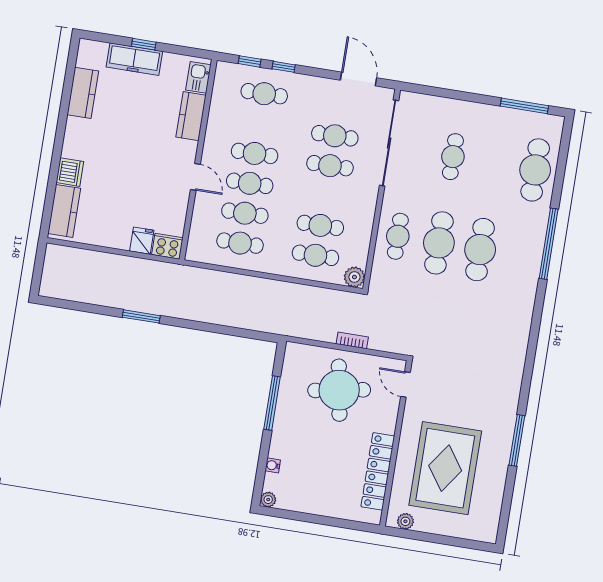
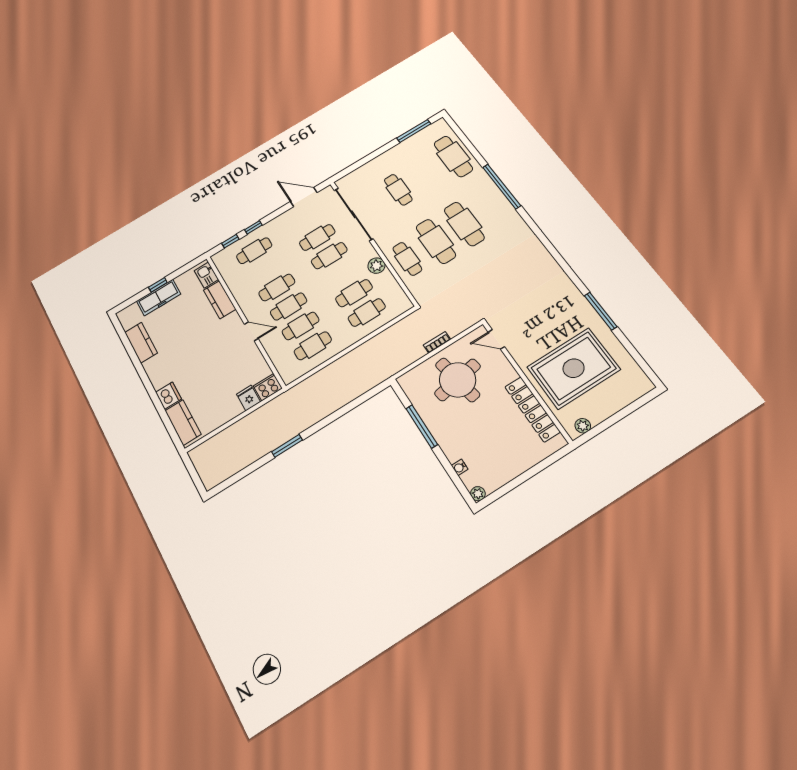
plant: (354, 277) -> (376, 266), moved
rug: (445, 468) -> (574, 368), turned 90

